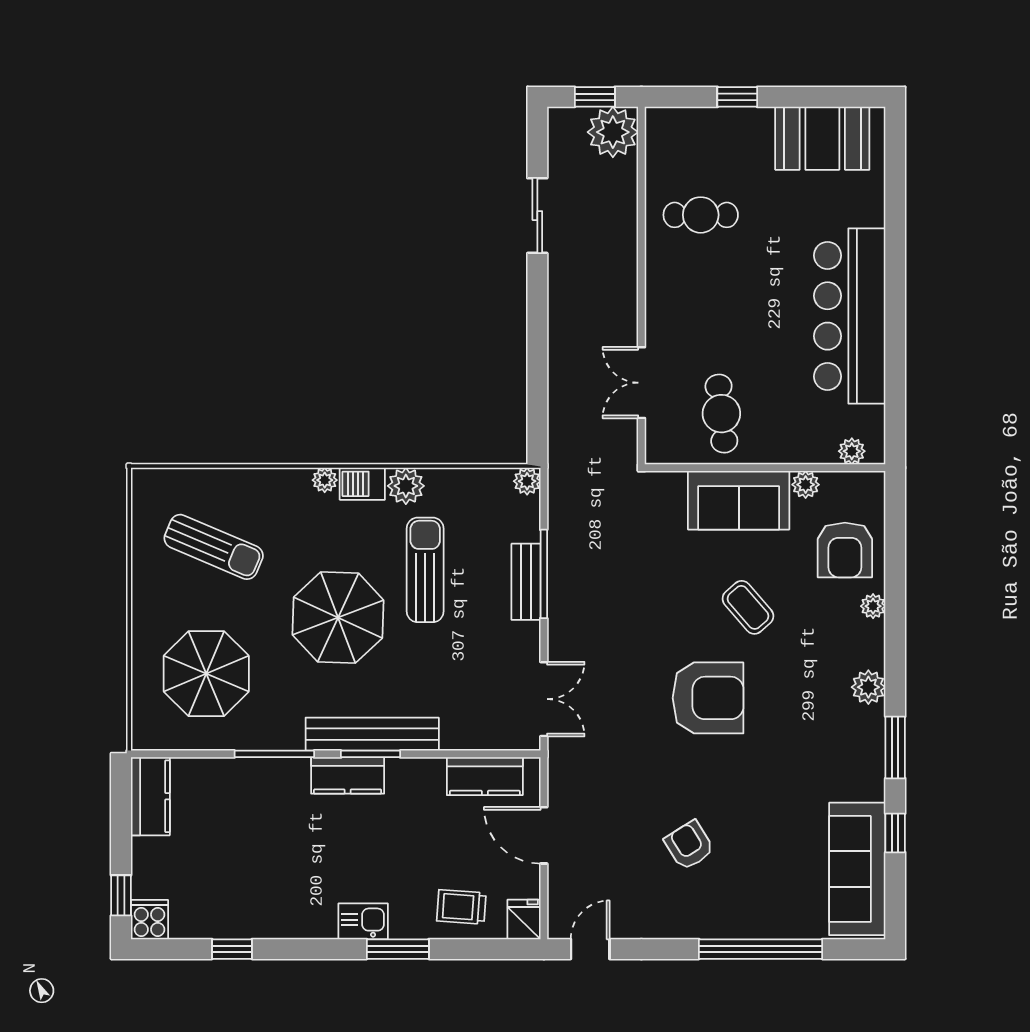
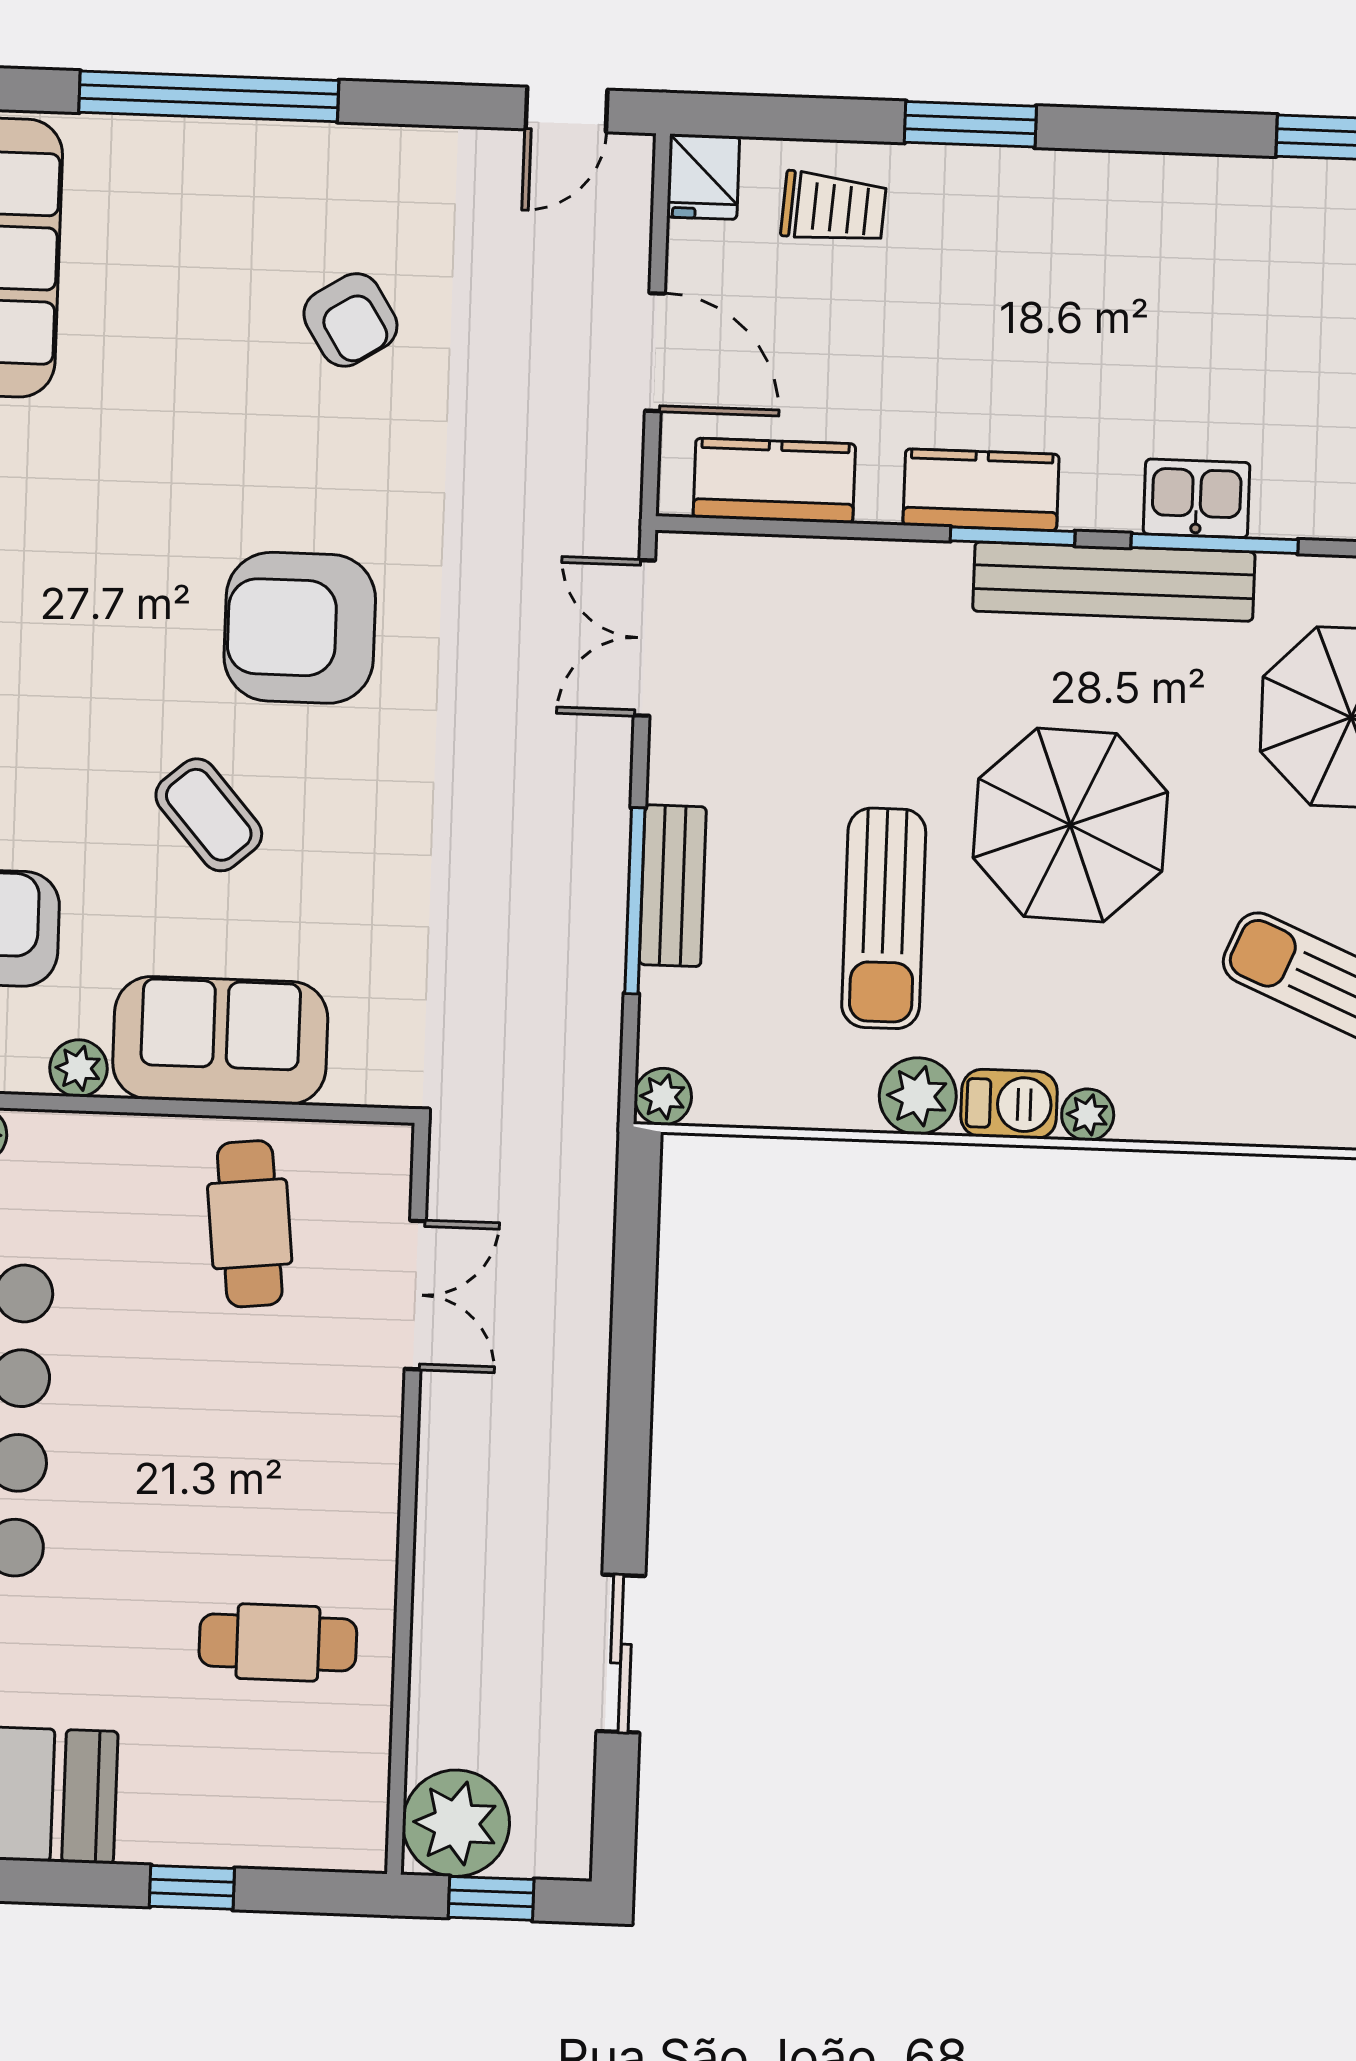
bench: (372, 734) -> (1114, 582), moved
kitchen counter: (348, 775) -> (981, 490), moved
kitchen sink: (363, 921) -> (1197, 498), moved, turned 180

